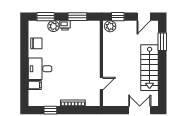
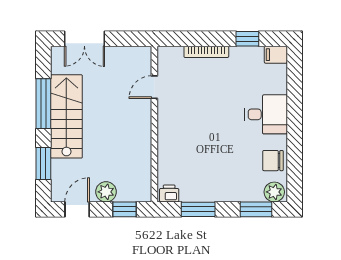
printer: (65, 25) -> (169, 193), moved
plant: (53, 26) -> (274, 192), moved
plant: (110, 26) -> (106, 192), moved
window: (162, 75) -> (43, 104), added
filing cabinet: (35, 85) -> (276, 55), moved

